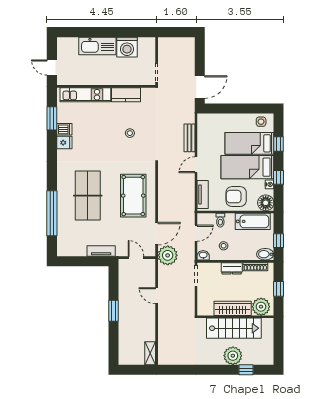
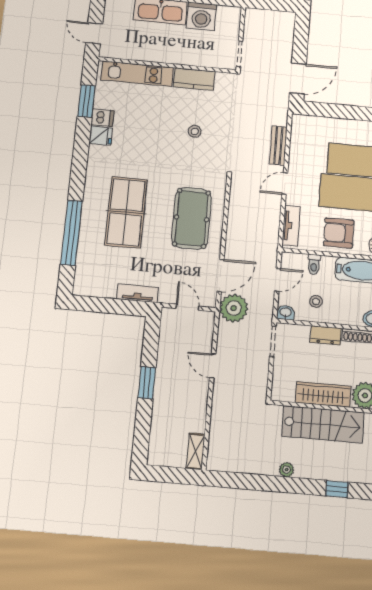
plant: (233, 356) -> (287, 470), moved, width x0.53, depth x0.53

